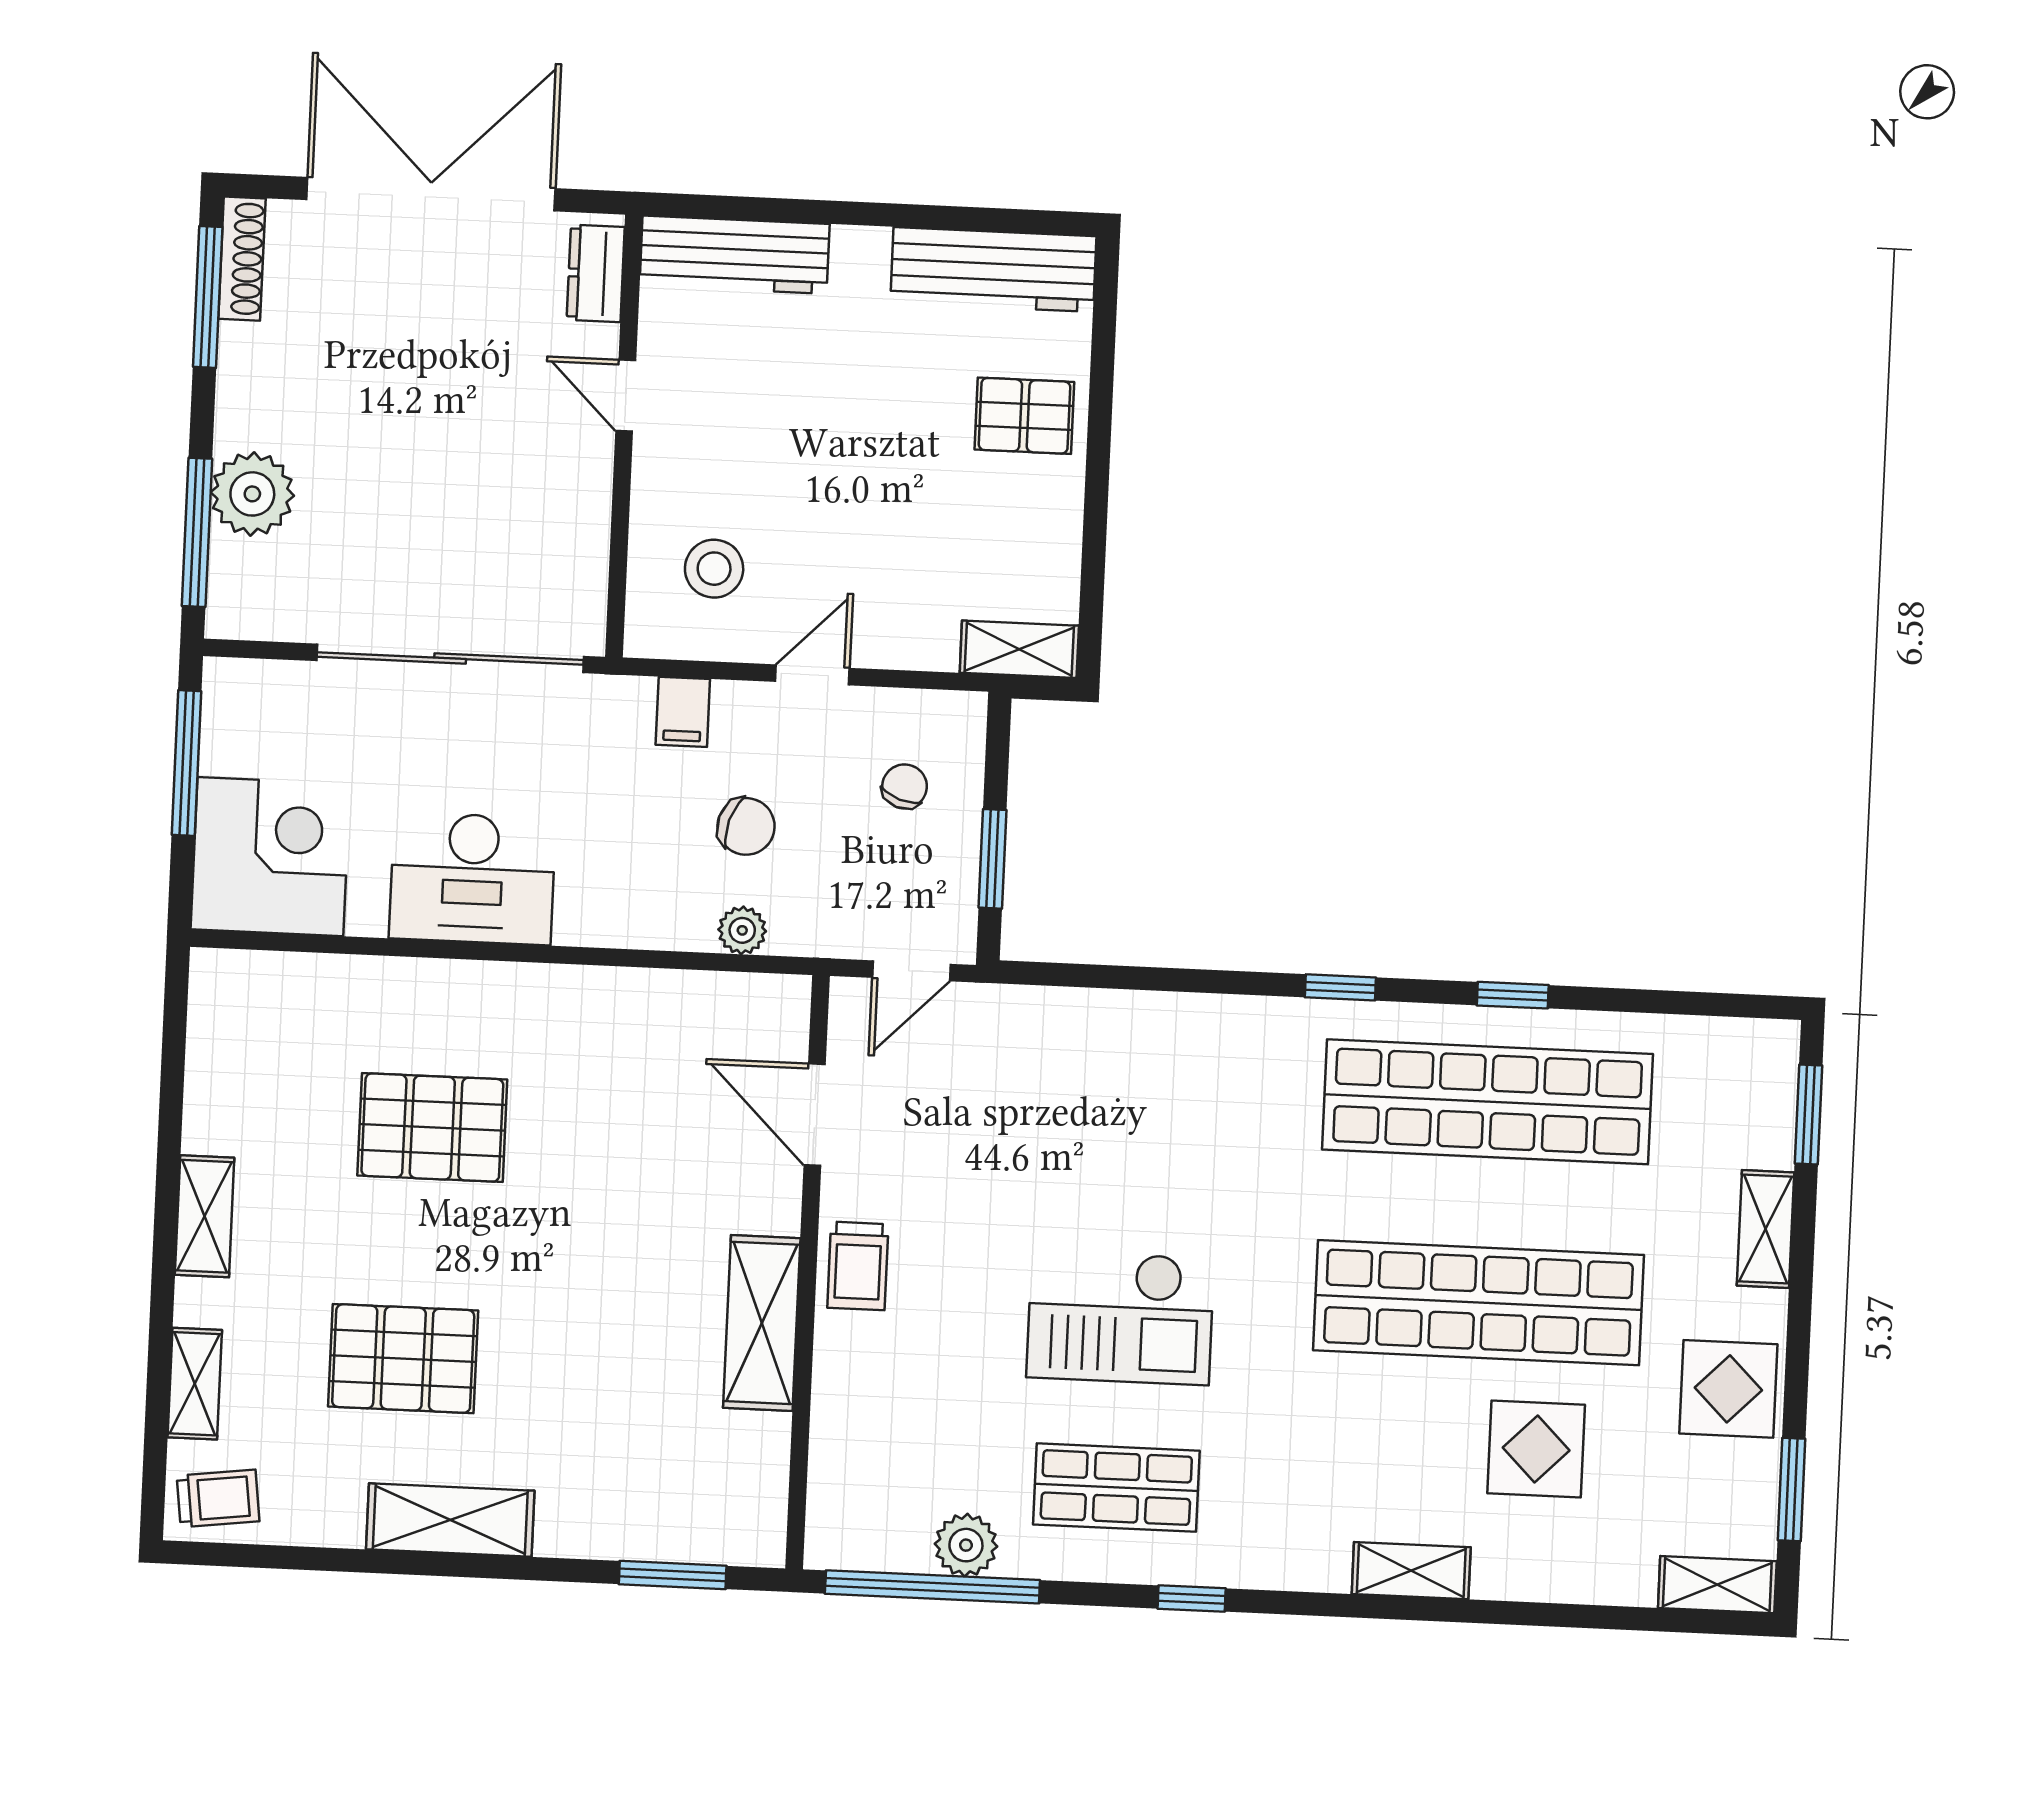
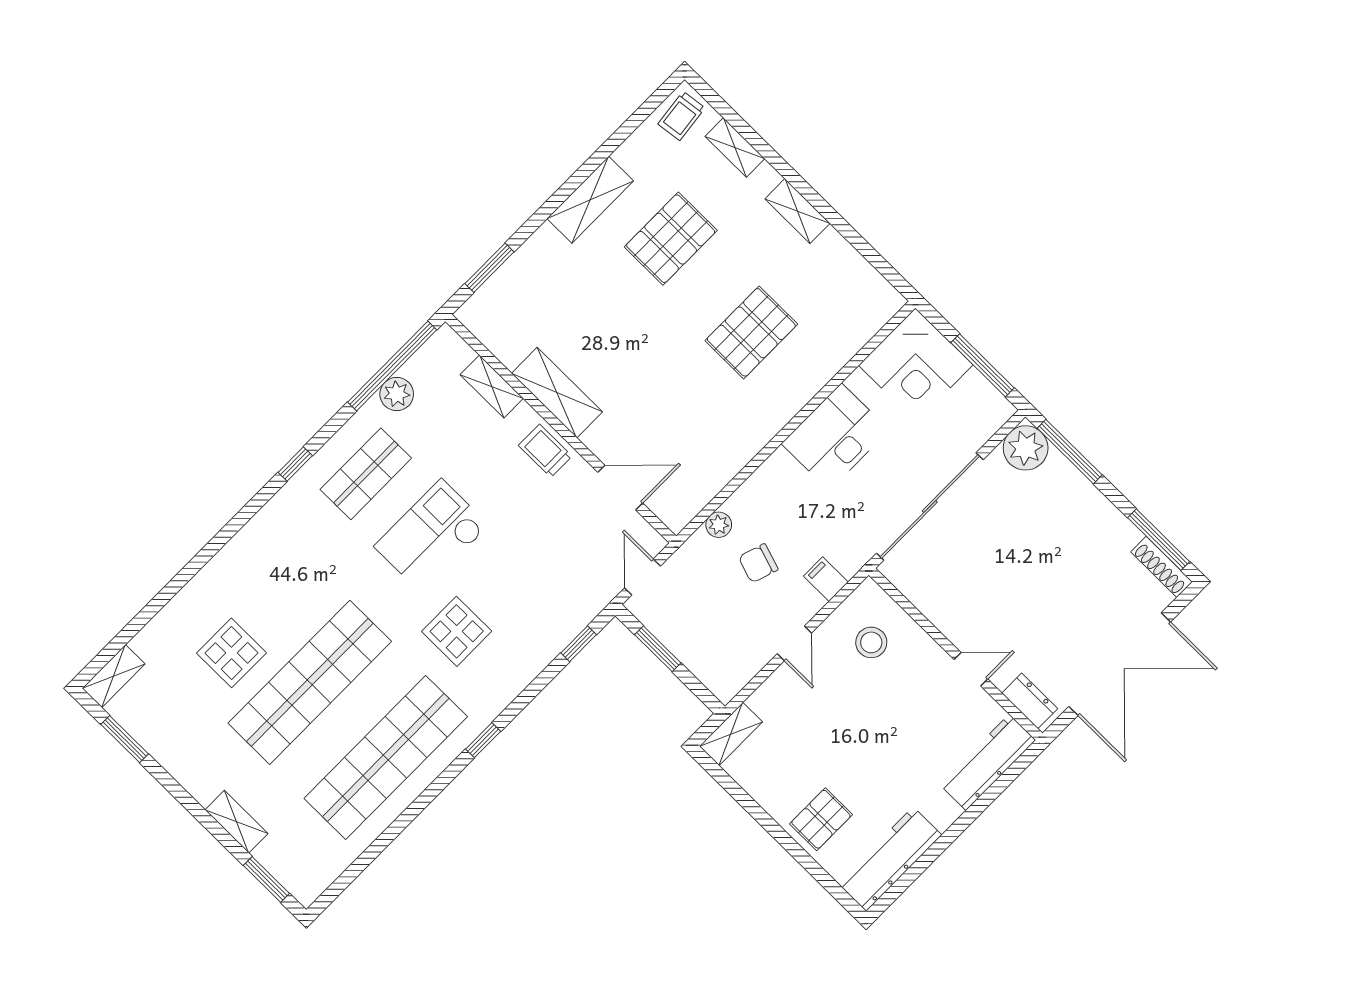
plant: (252, 494) -> (1026, 448), moved
chair: (905, 786) -> (718, 640), removed
window: (1513, 995) -> (579, 644), moved
display table: (1728, 1389) -> (457, 631), moved
shelving: (1411, 1571) -> (492, 387), moved, turned 90

